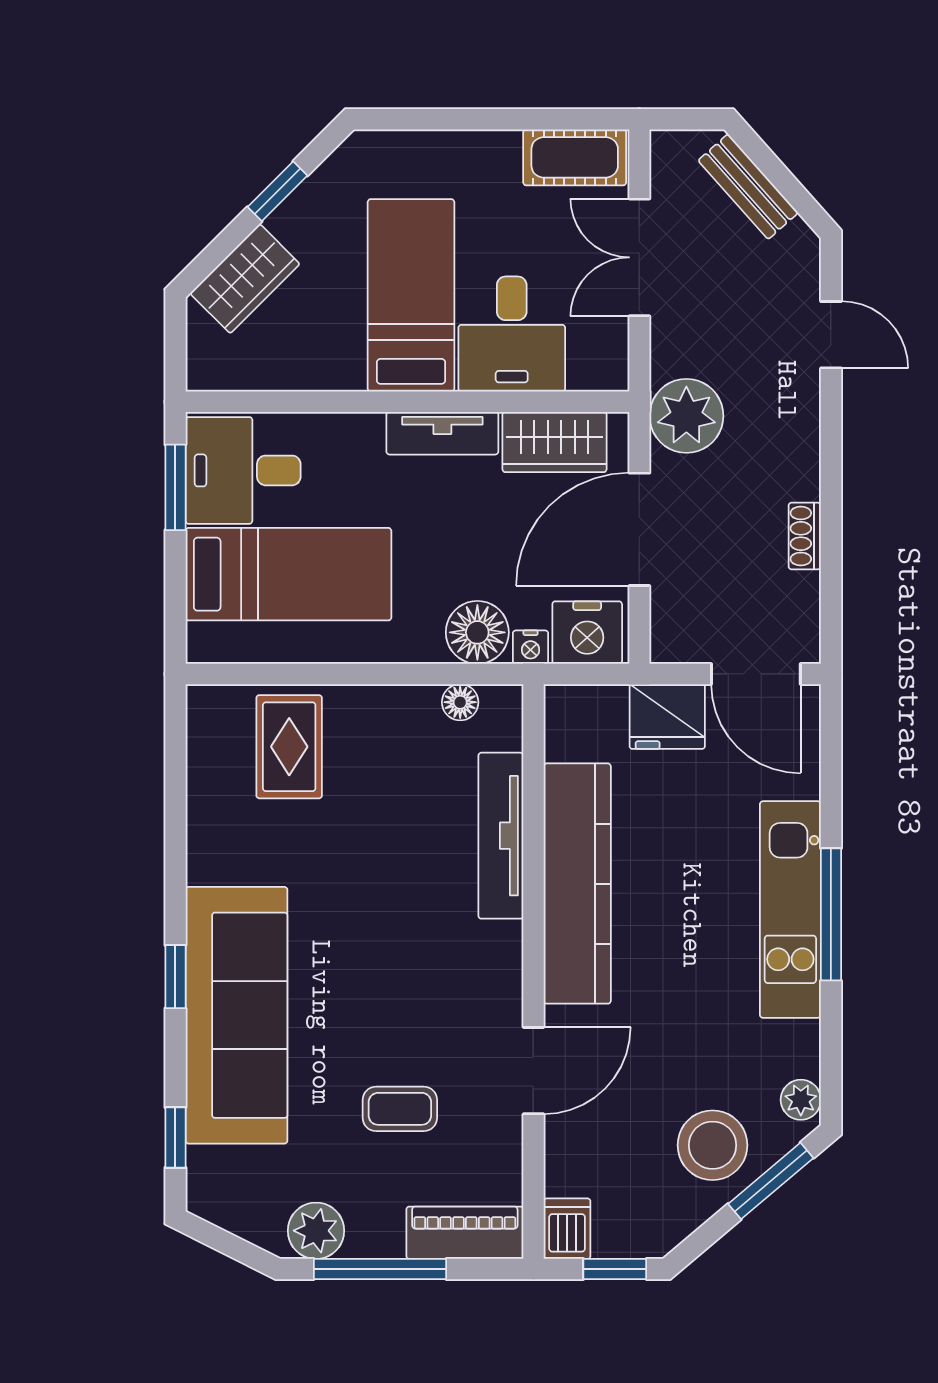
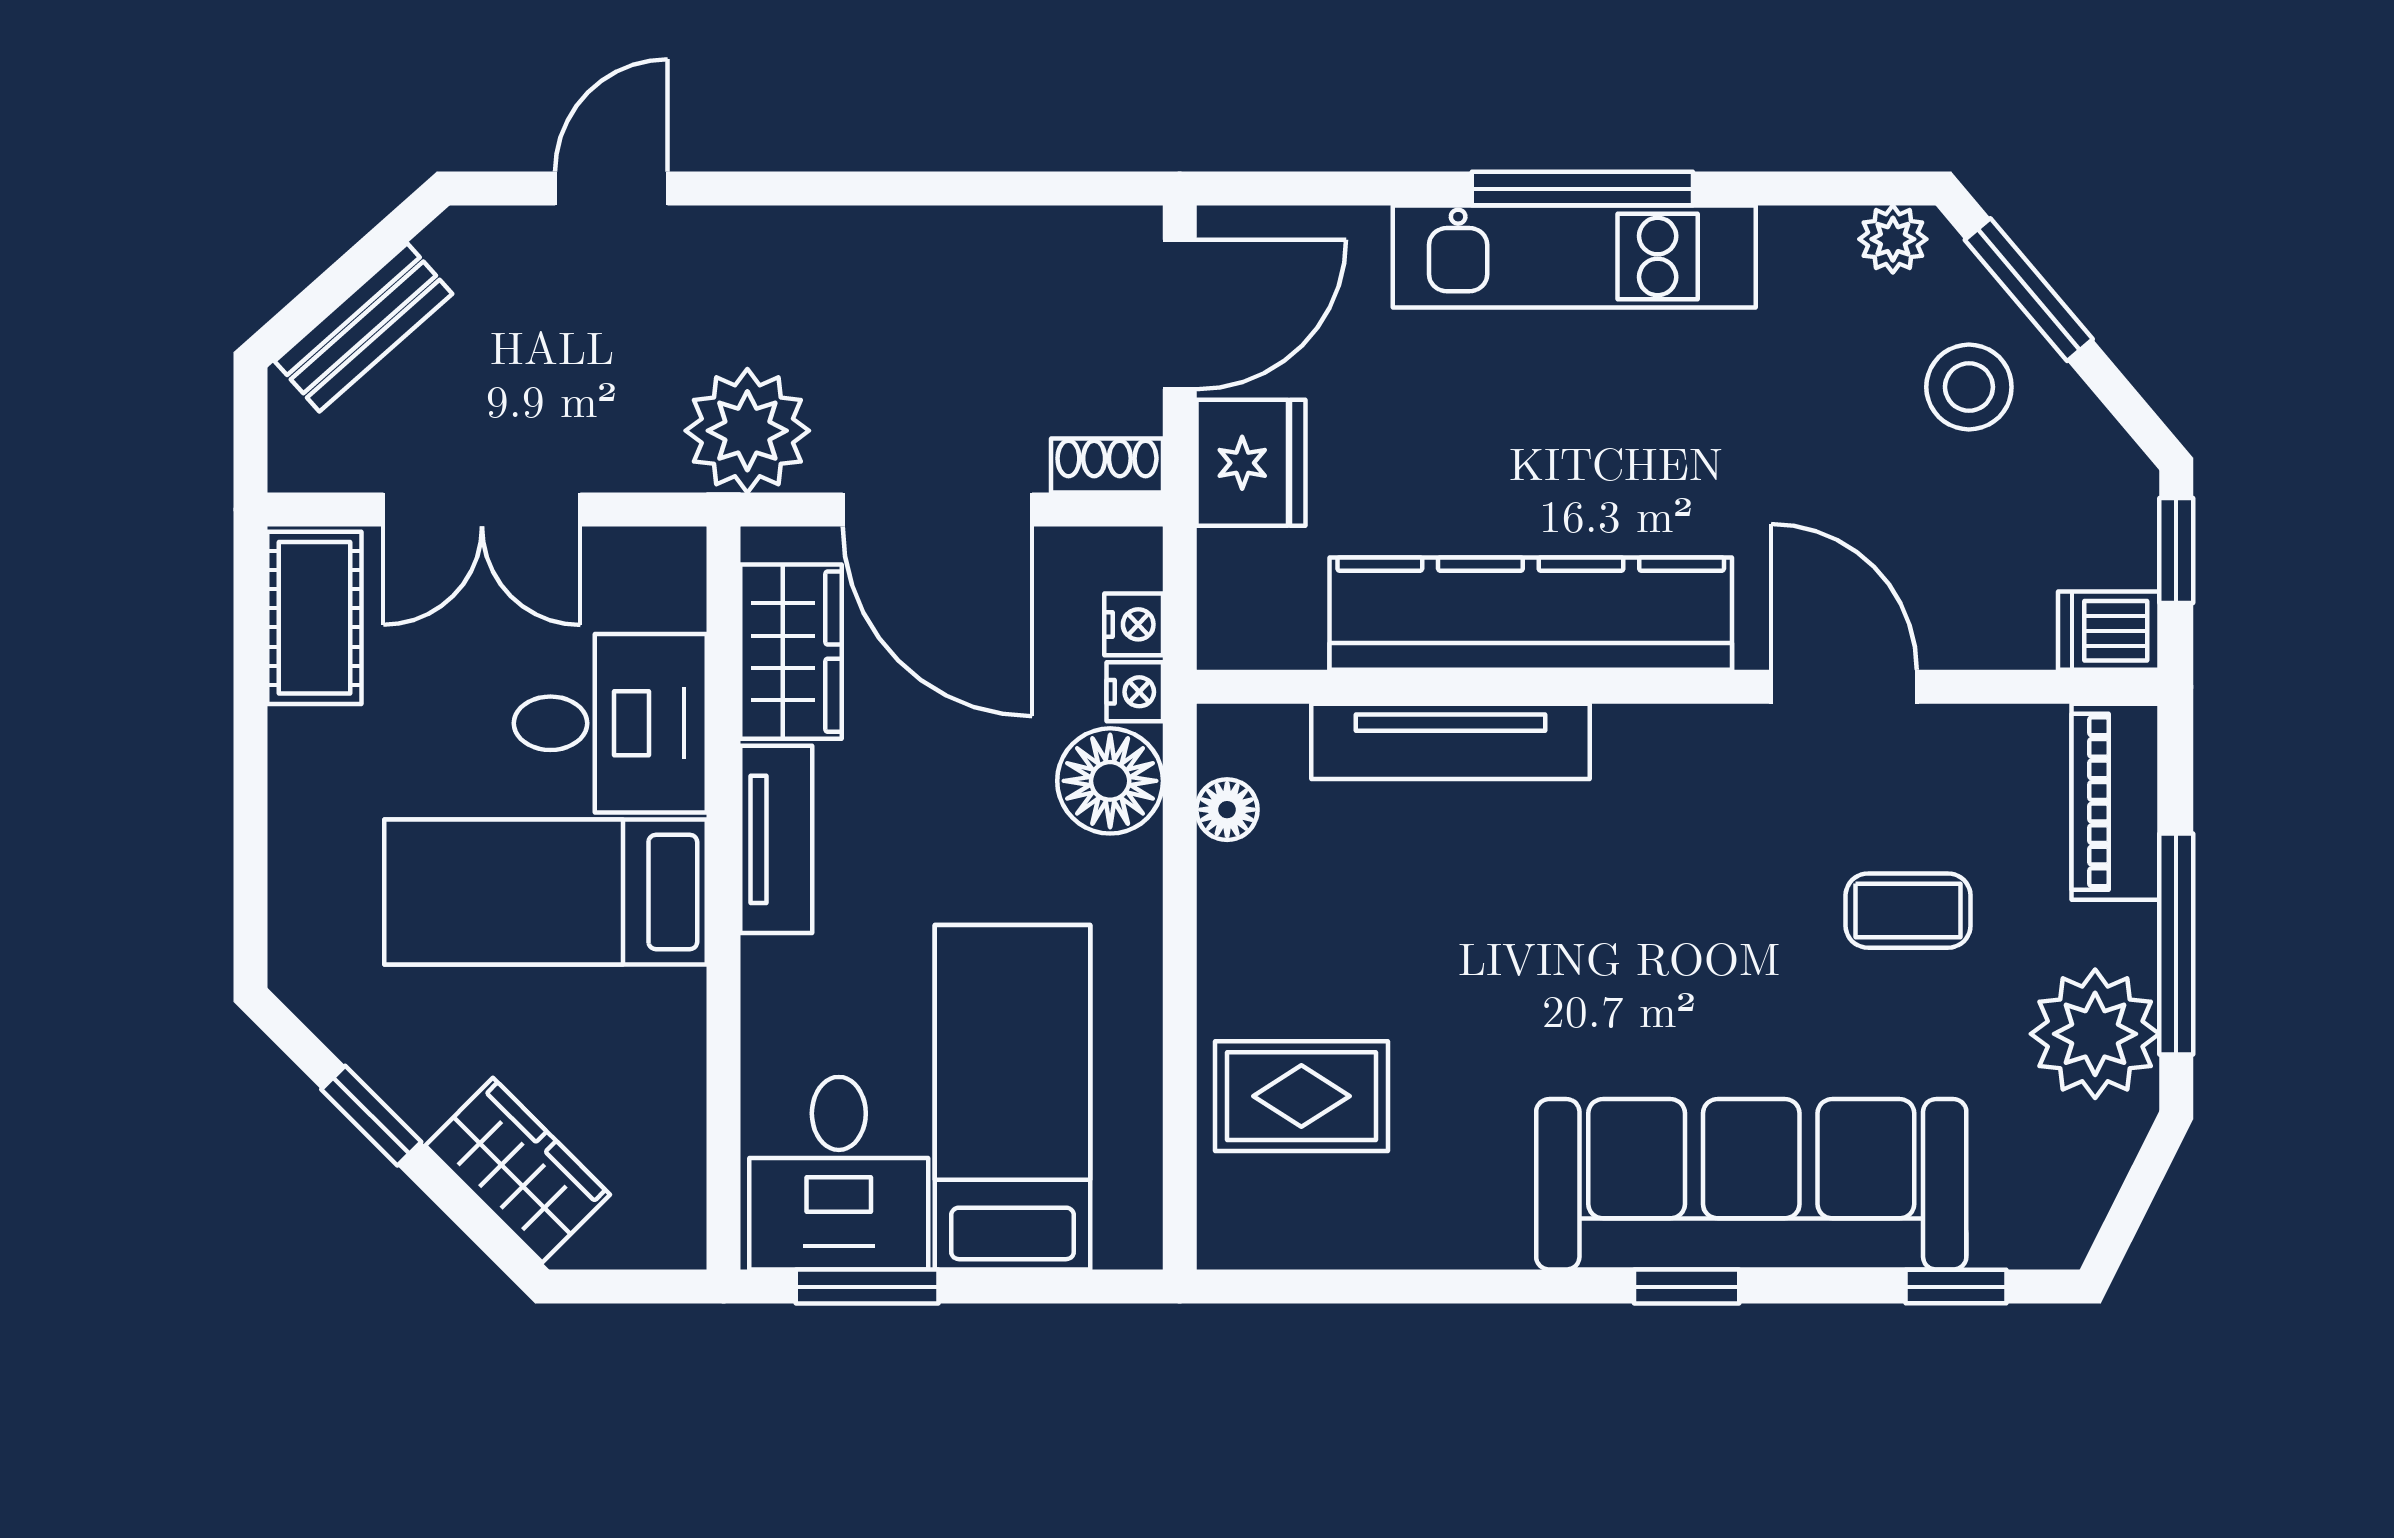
shoe rack: (805, 536) -> (1107, 465), moved, turned 180
nightstand: (587, 633) -> (1134, 624), width x0.53, depth x0.56
coffee table: (400, 1109) -> (1908, 911), turned 90
stool: (712, 1145) -> (1969, 387), width x0.73, depth x0.73
plant: (316, 1231) -> (2095, 1034), width x1.36, depth x1.36

